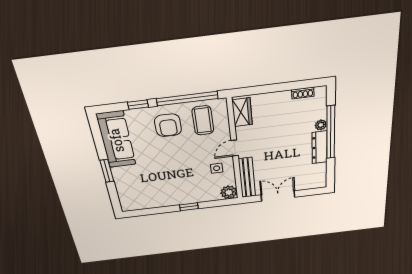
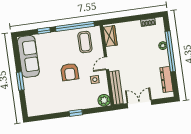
armchair: (168, 125) -> (70, 72), moved
dresser: (320, 147) -> (167, 79), moved

